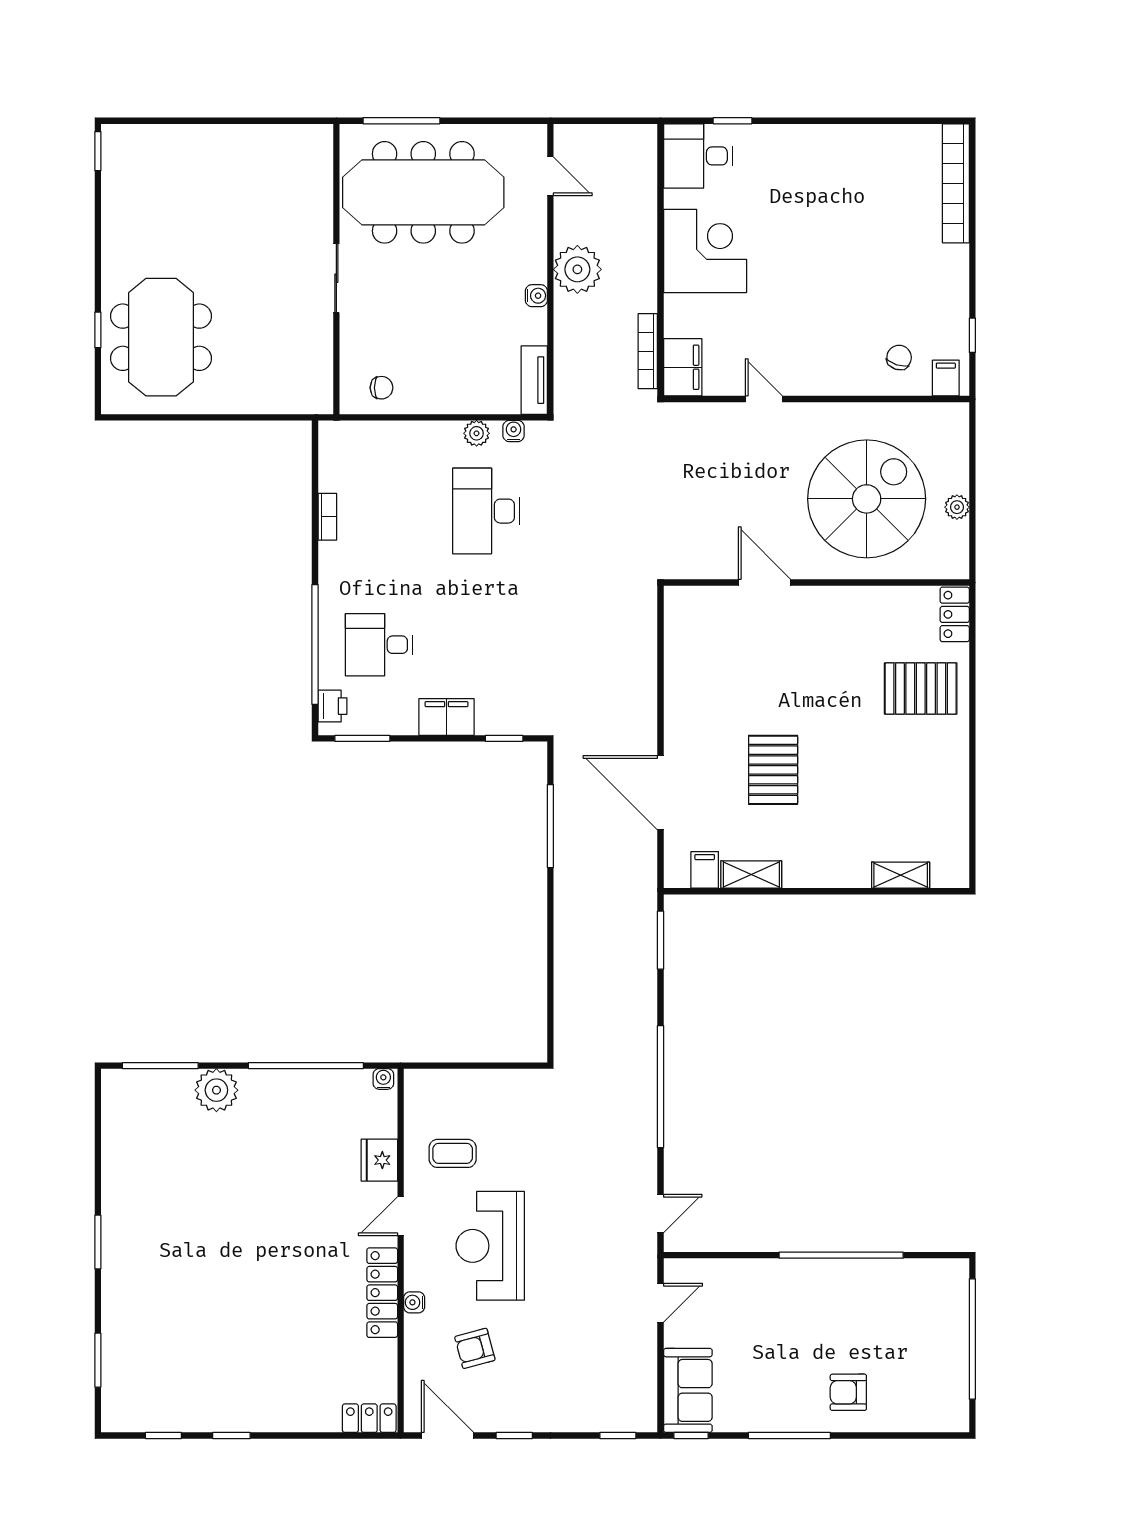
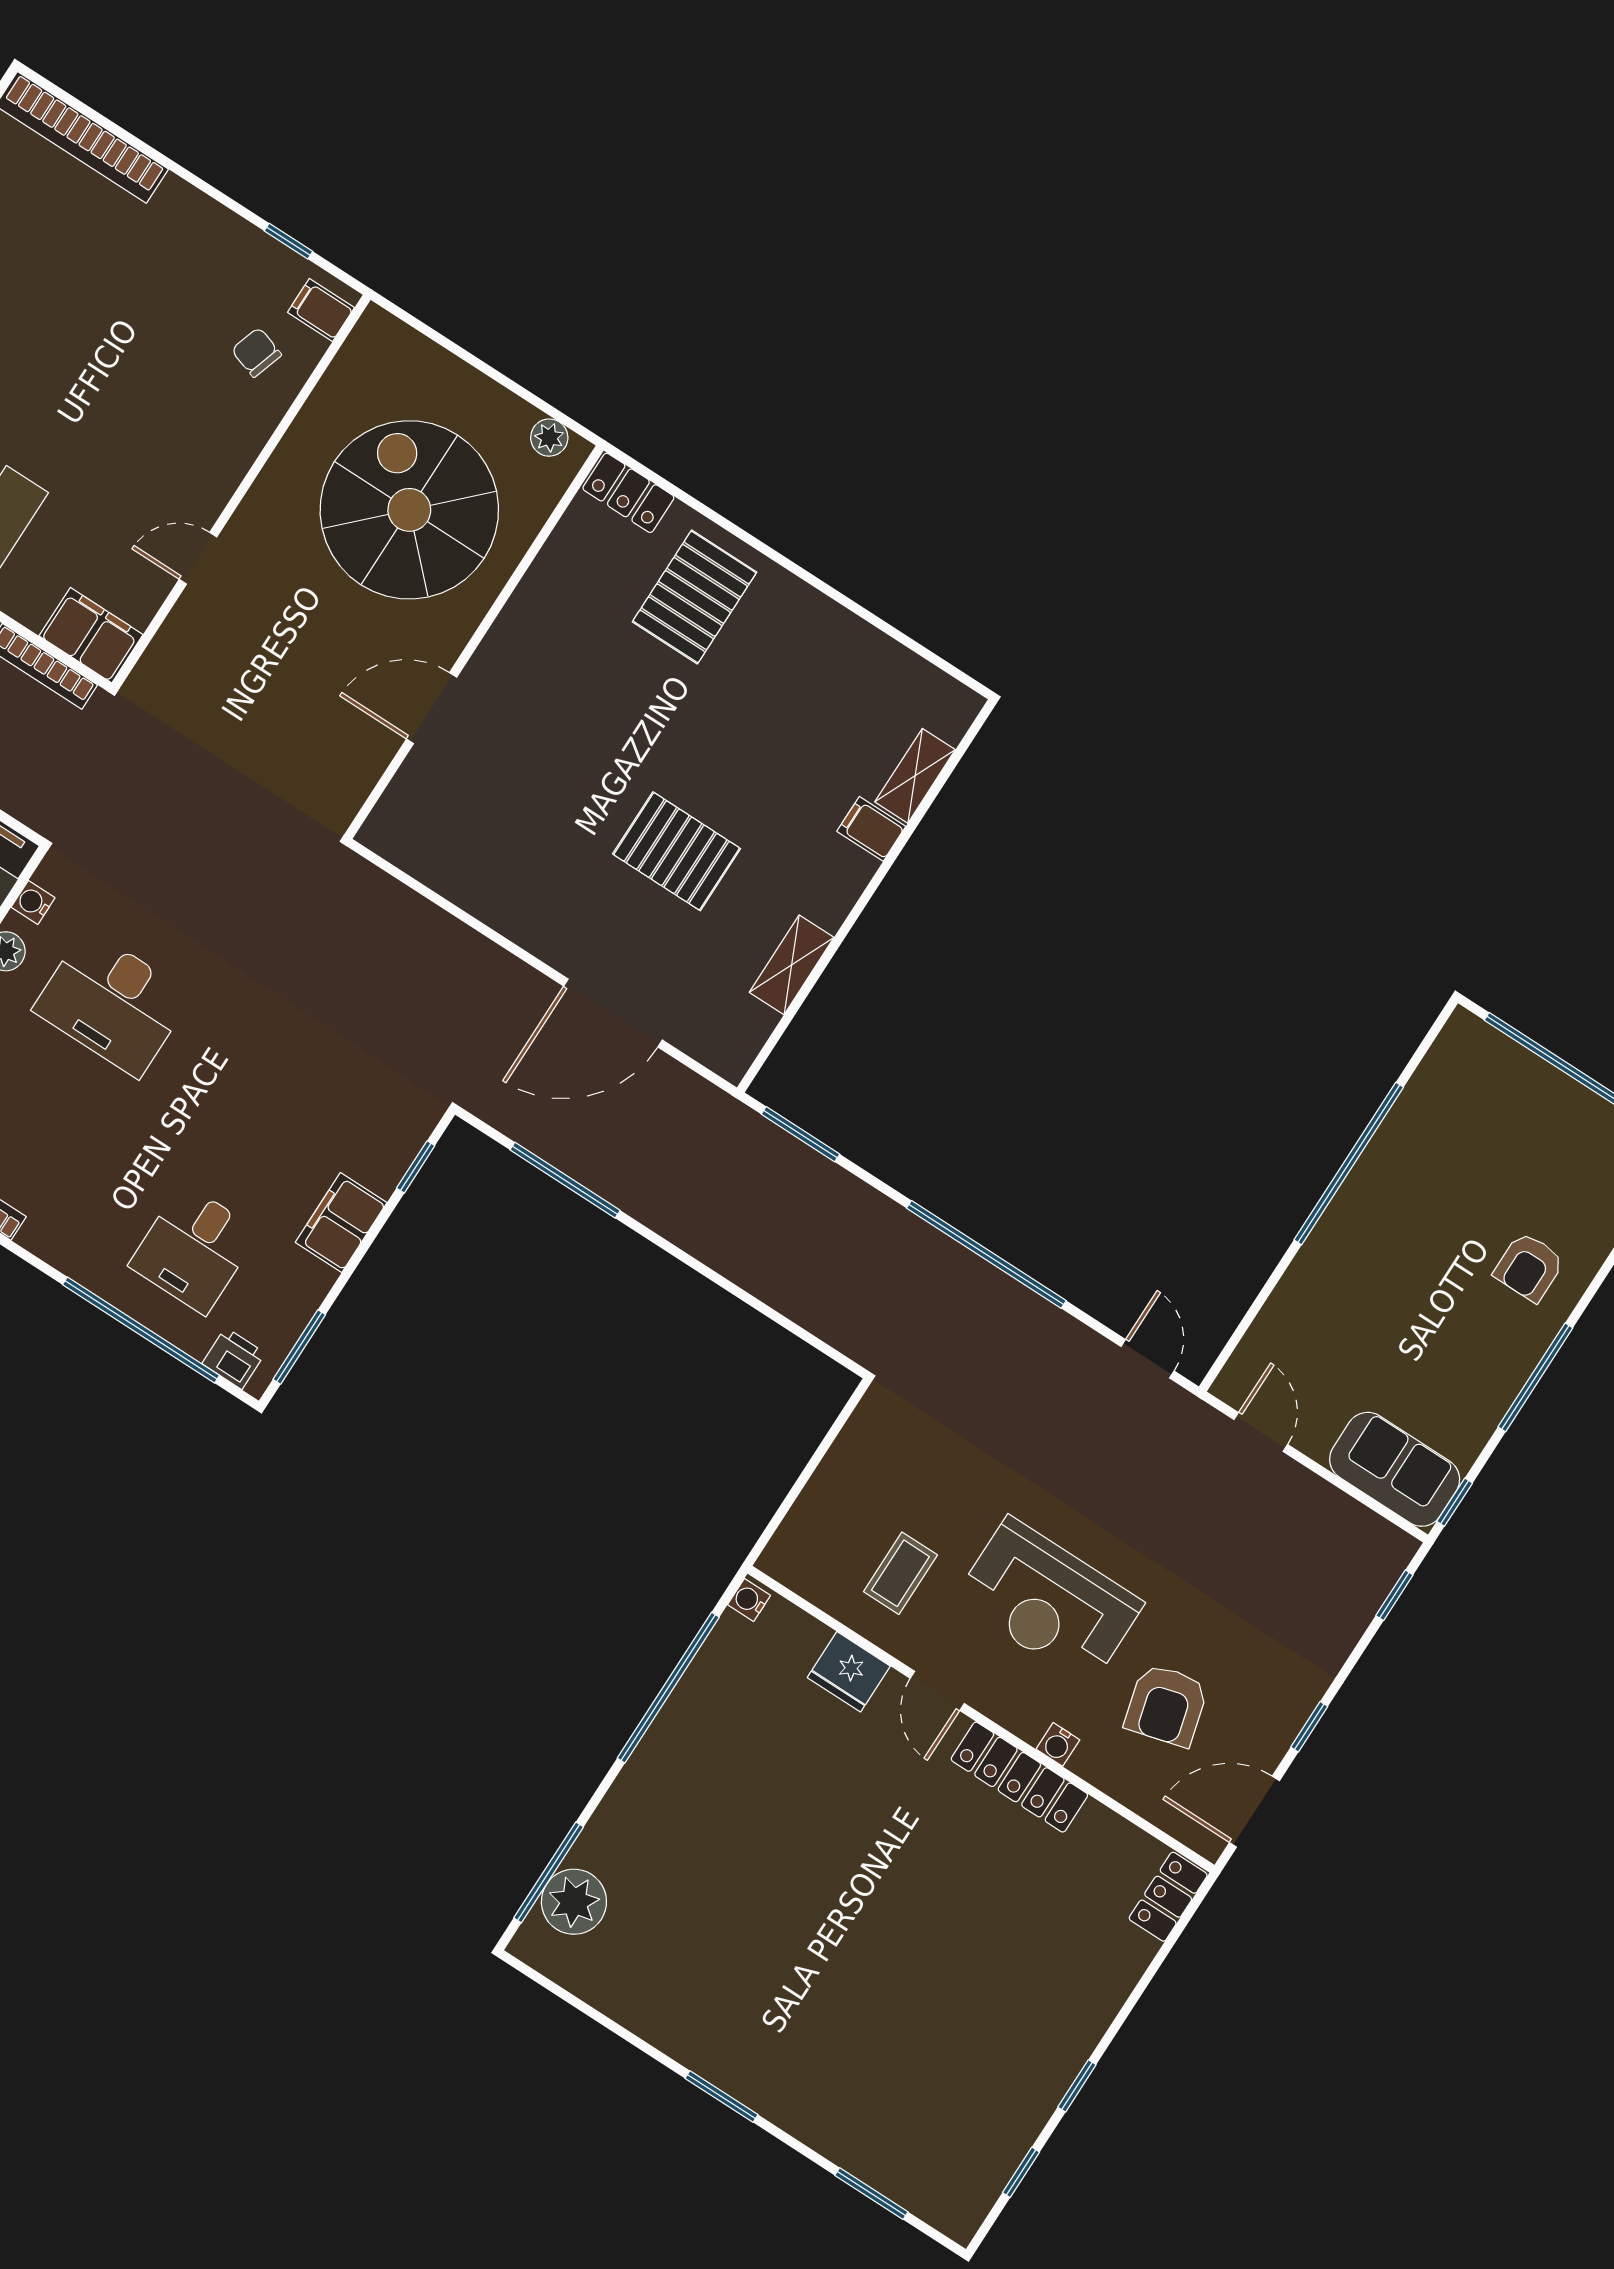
plant: (957, 507) -> (549, 438), moved
filing cabinet: (705, 870) -> (871, 829), moved
plant: (216, 1090) -> (574, 1902), moved
armchair: (475, 1348) -> (1166, 1705), width x1.38, depth x1.38

